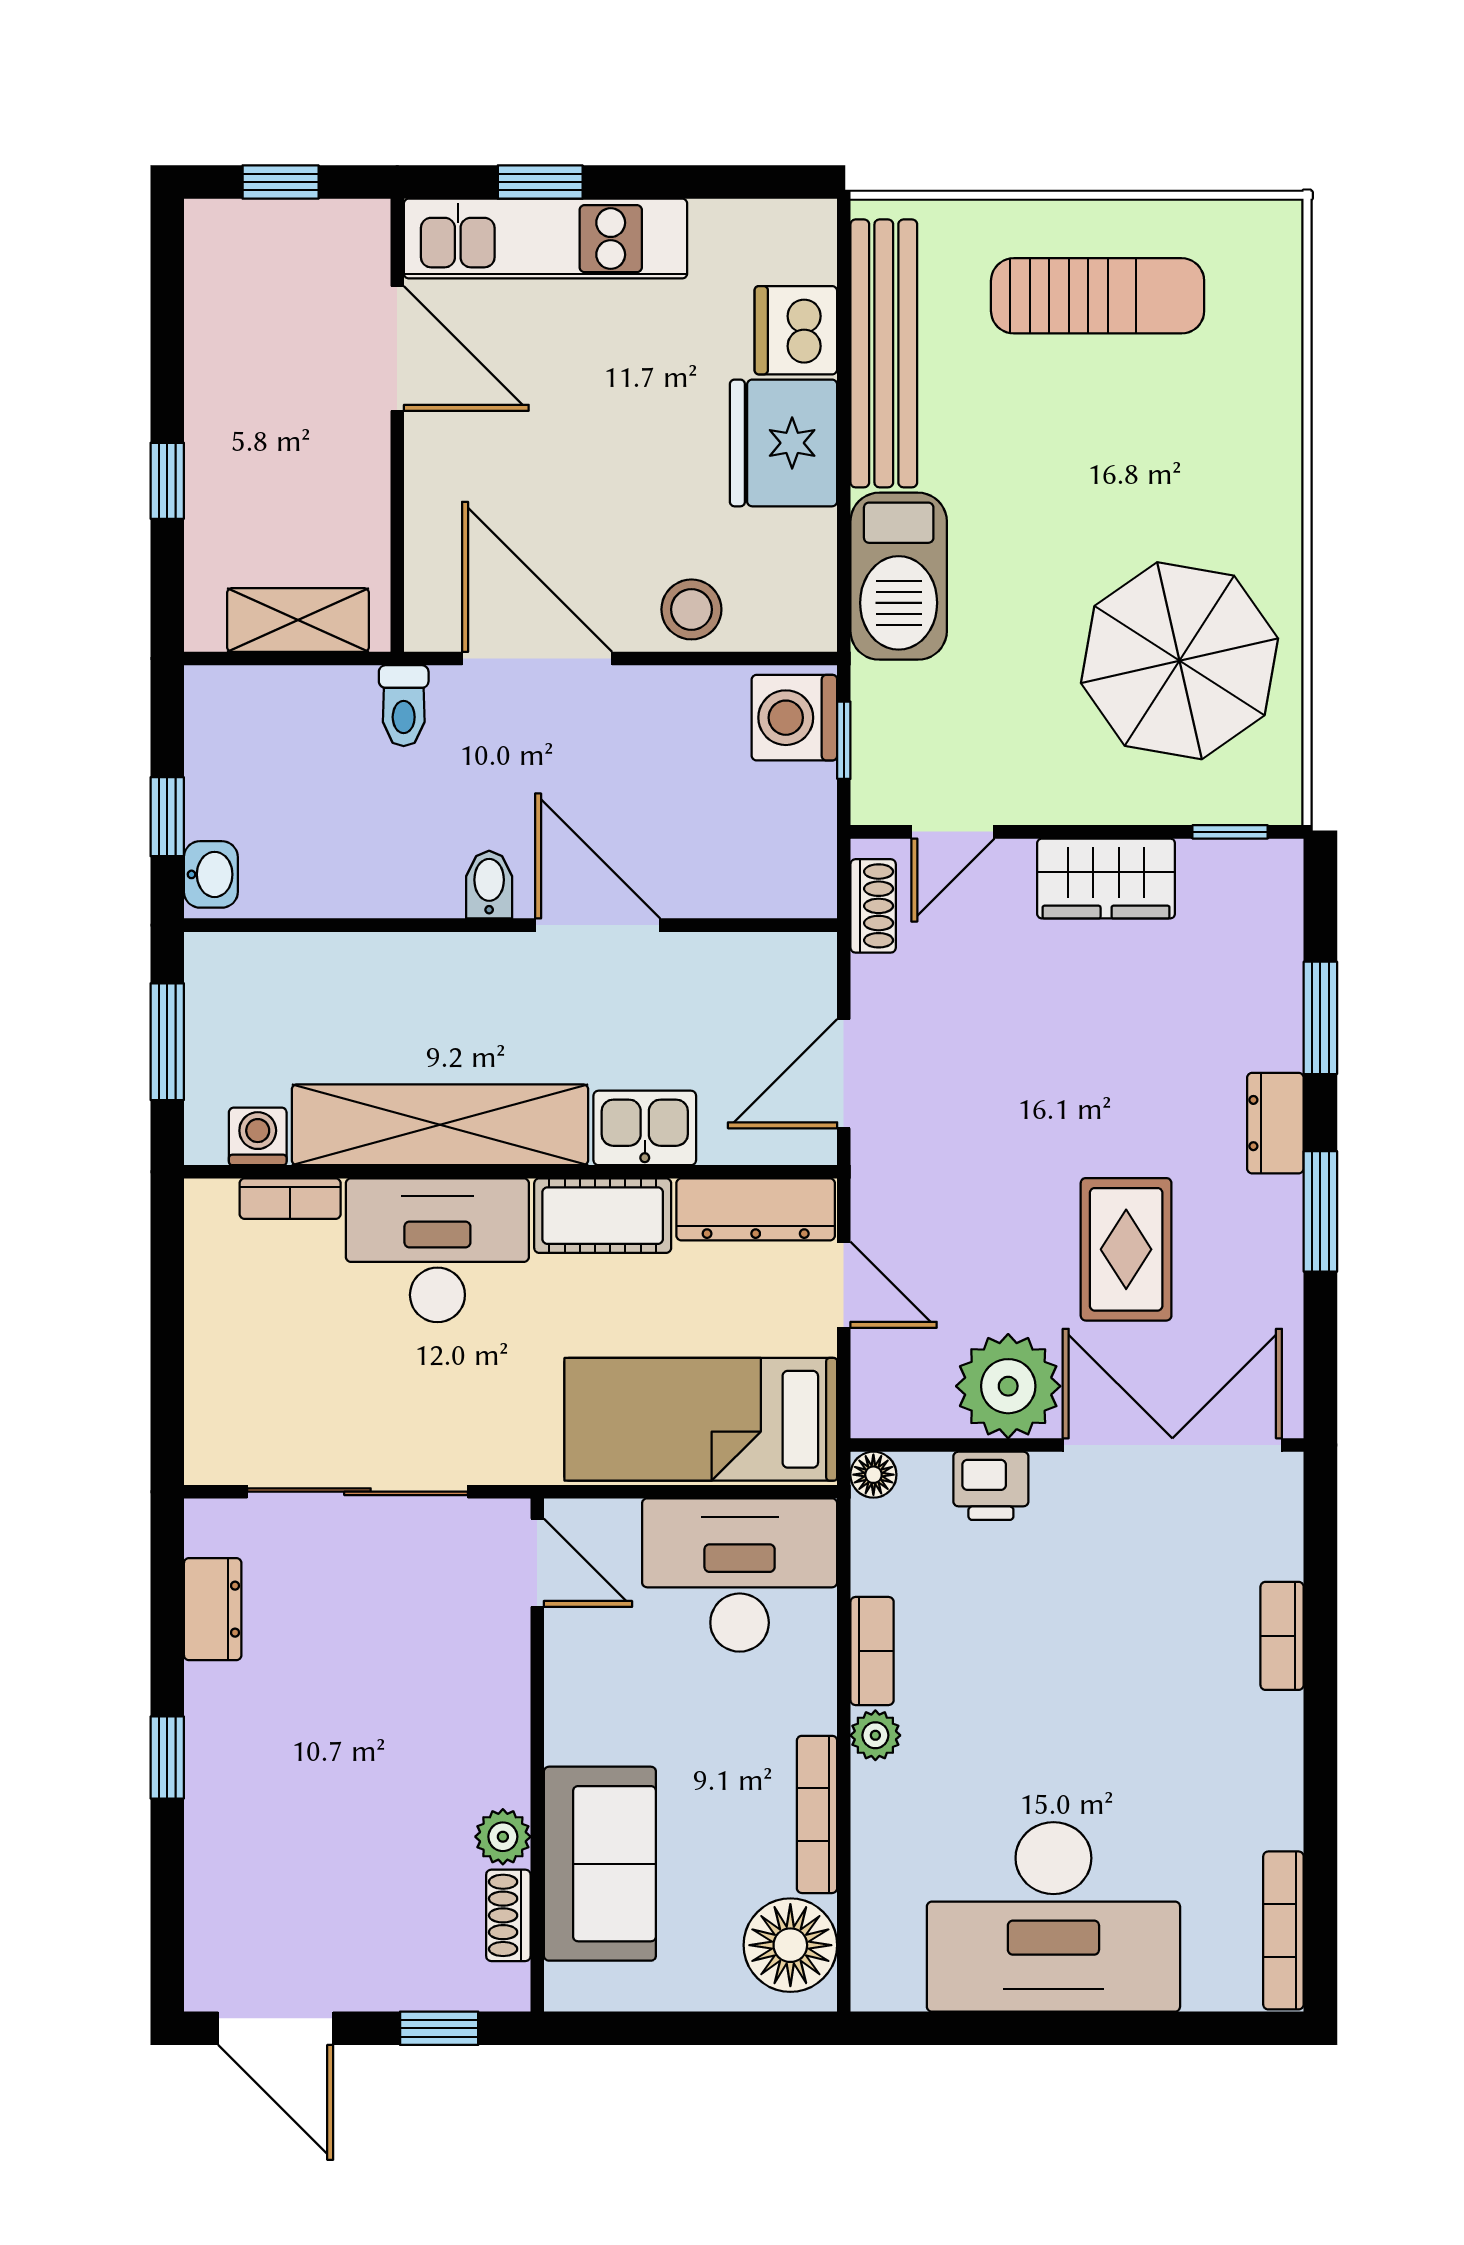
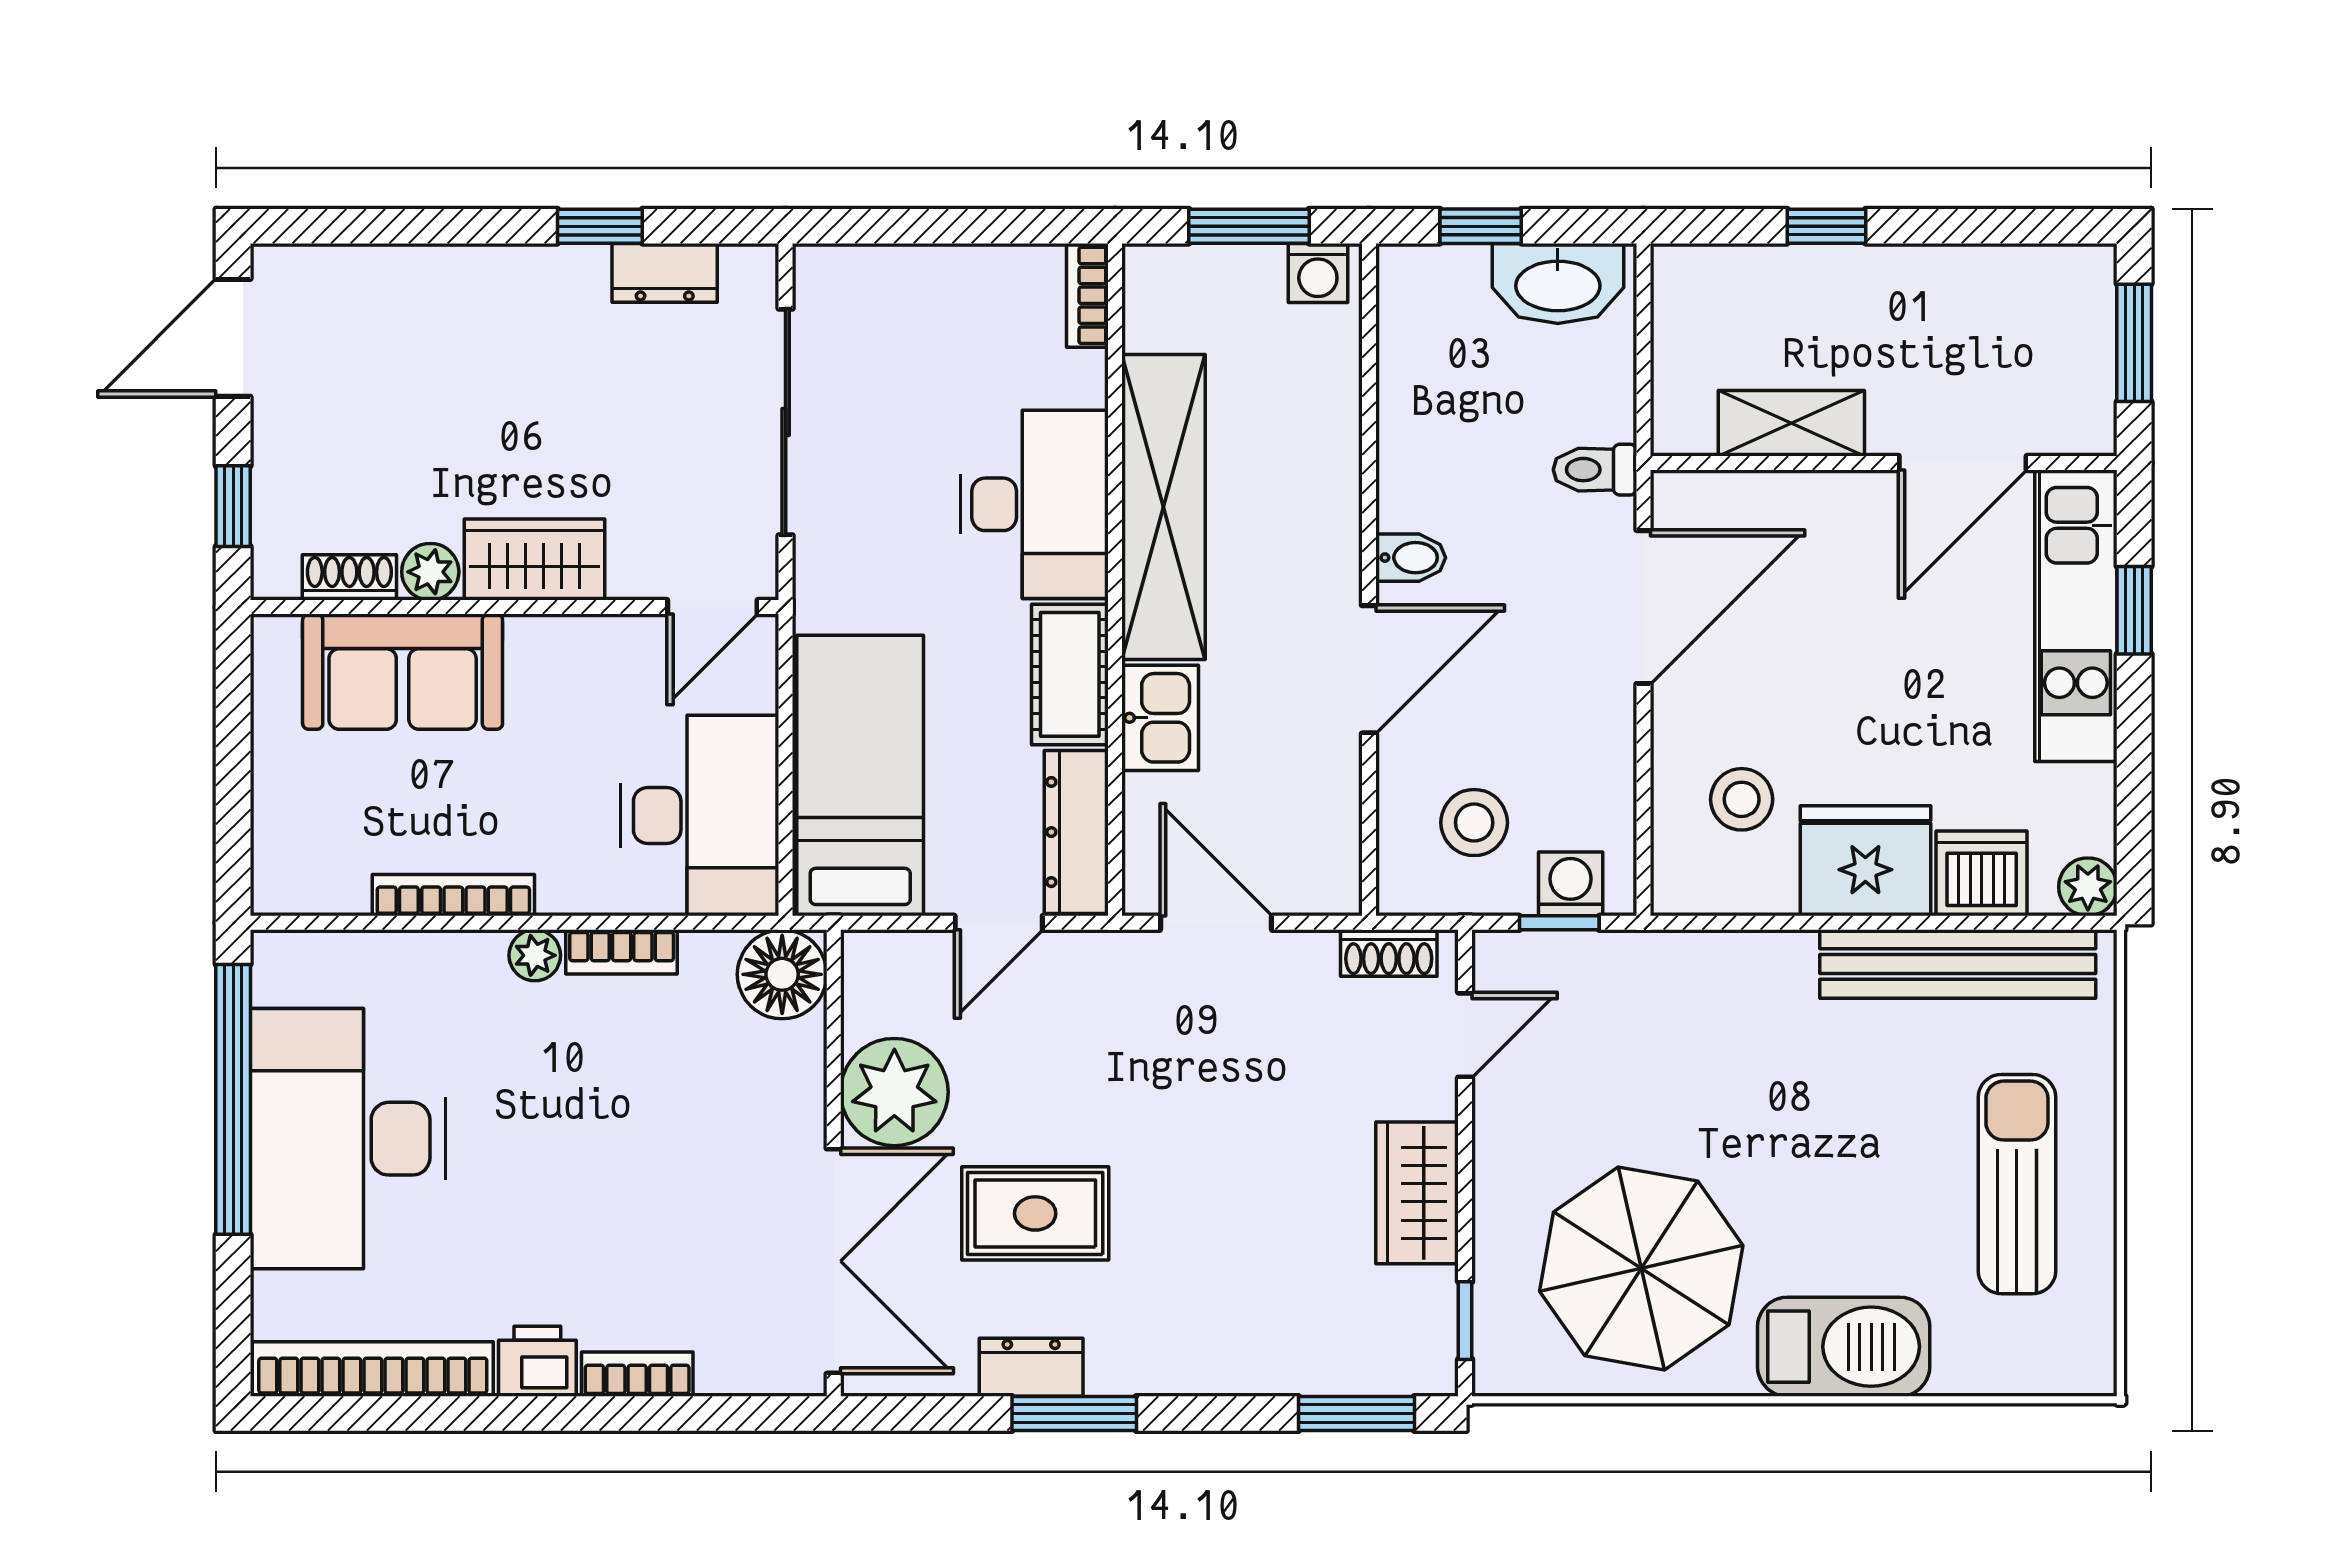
window: (281, 182) -> (2134, 343), width x1.50
plant: (809, 227) -> (2088, 887), added
sun lounger: (1098, 296) -> (2017, 1184), turned 180
barbecue: (899, 576) -> (1844, 1347), moved, turned 180
stool: (691, 609) -> (1742, 799), moved
shelving: (298, 620) -> (1791, 423), moved, turned 90
washing machine: (794, 718) -> (1571, 884), width x0.73, depth x0.73
stool: (746, 823) -> (1474, 823), added
door: (953, 832) -> (1465, 1035), swing flipped
washbasin: (211, 874) -> (1558, 284), moved, width x1.91, depth x1.45
window: (1320, 1018) -> (1356, 1413), moved
dresser: (1275, 1123) -> (1031, 1367), moved
washing machine: (258, 1136) -> (1318, 273), moved, turned 90
bookcase: (290, 1199) -> (1087, 295), moved
floor lamp: (873, 1475) -> (782, 974), width x1.89, depth x1.89
printer: (991, 1486) -> (537, 1361), moved, turned 90
wardrobe: (491, 1736) -> (535, 560), added
window: (167, 1758) -> (600, 226), moved
bookcase: (1283, 1930) -> (373, 1369), width x1.48, depth x1.31
floor lamp: (790, 1945) -> (319, 868), removed
window: (1015, 2028) -> (233, 1099), added

